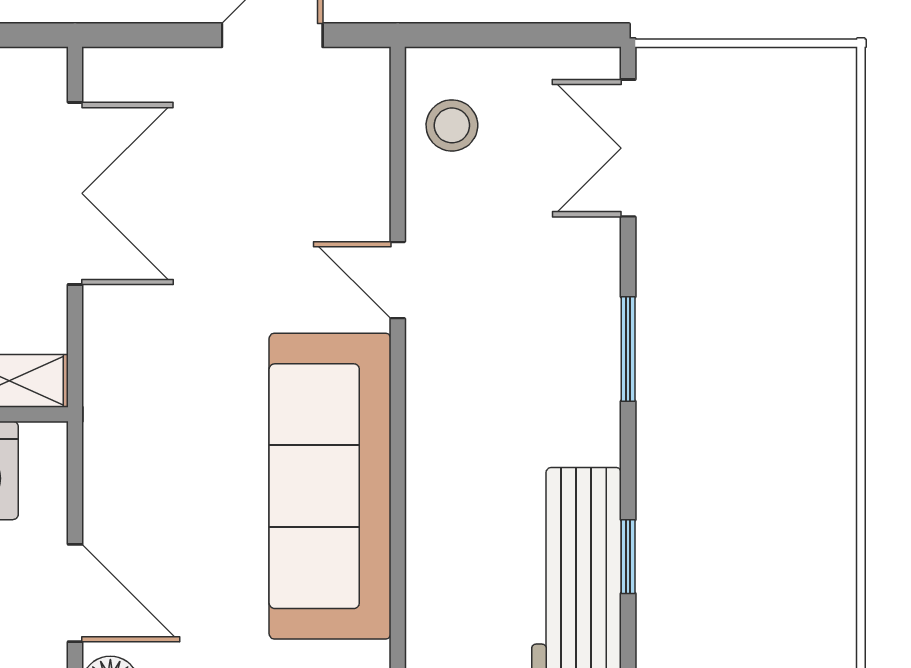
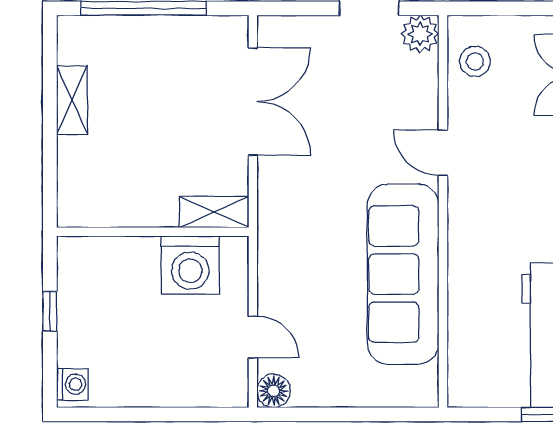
plant: (359, 79) -> (420, 34), added
door: (75, 593) -> (253, 337), width x0.73

